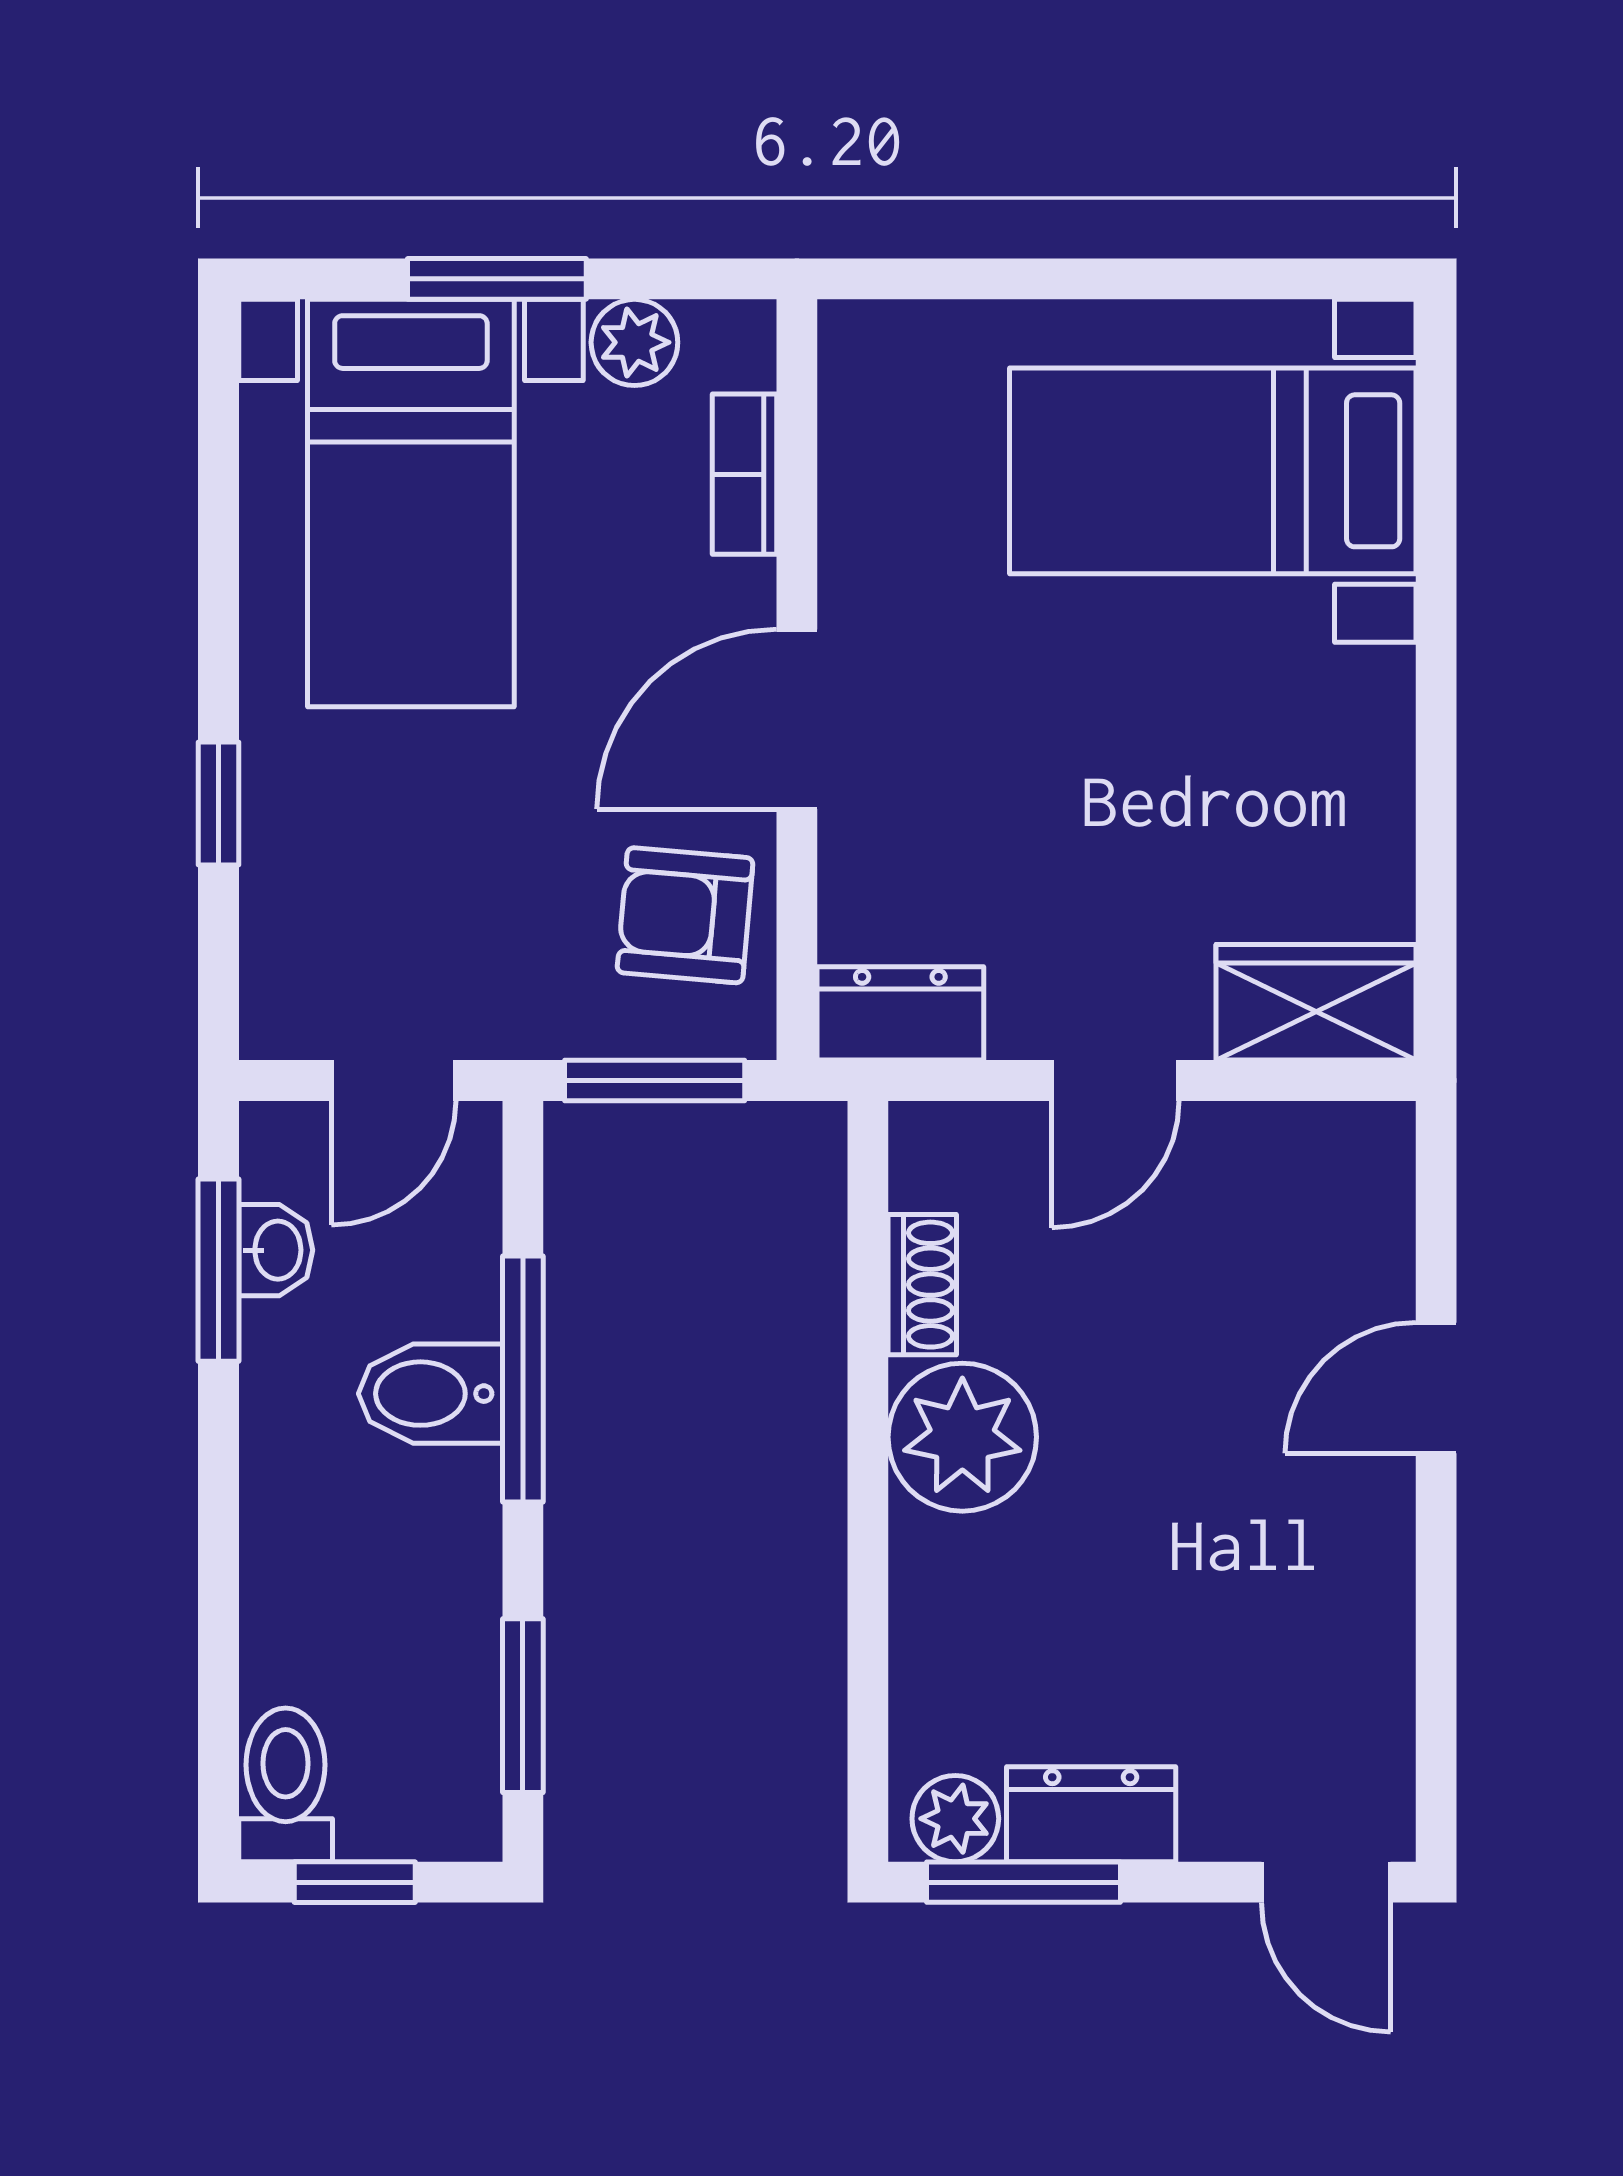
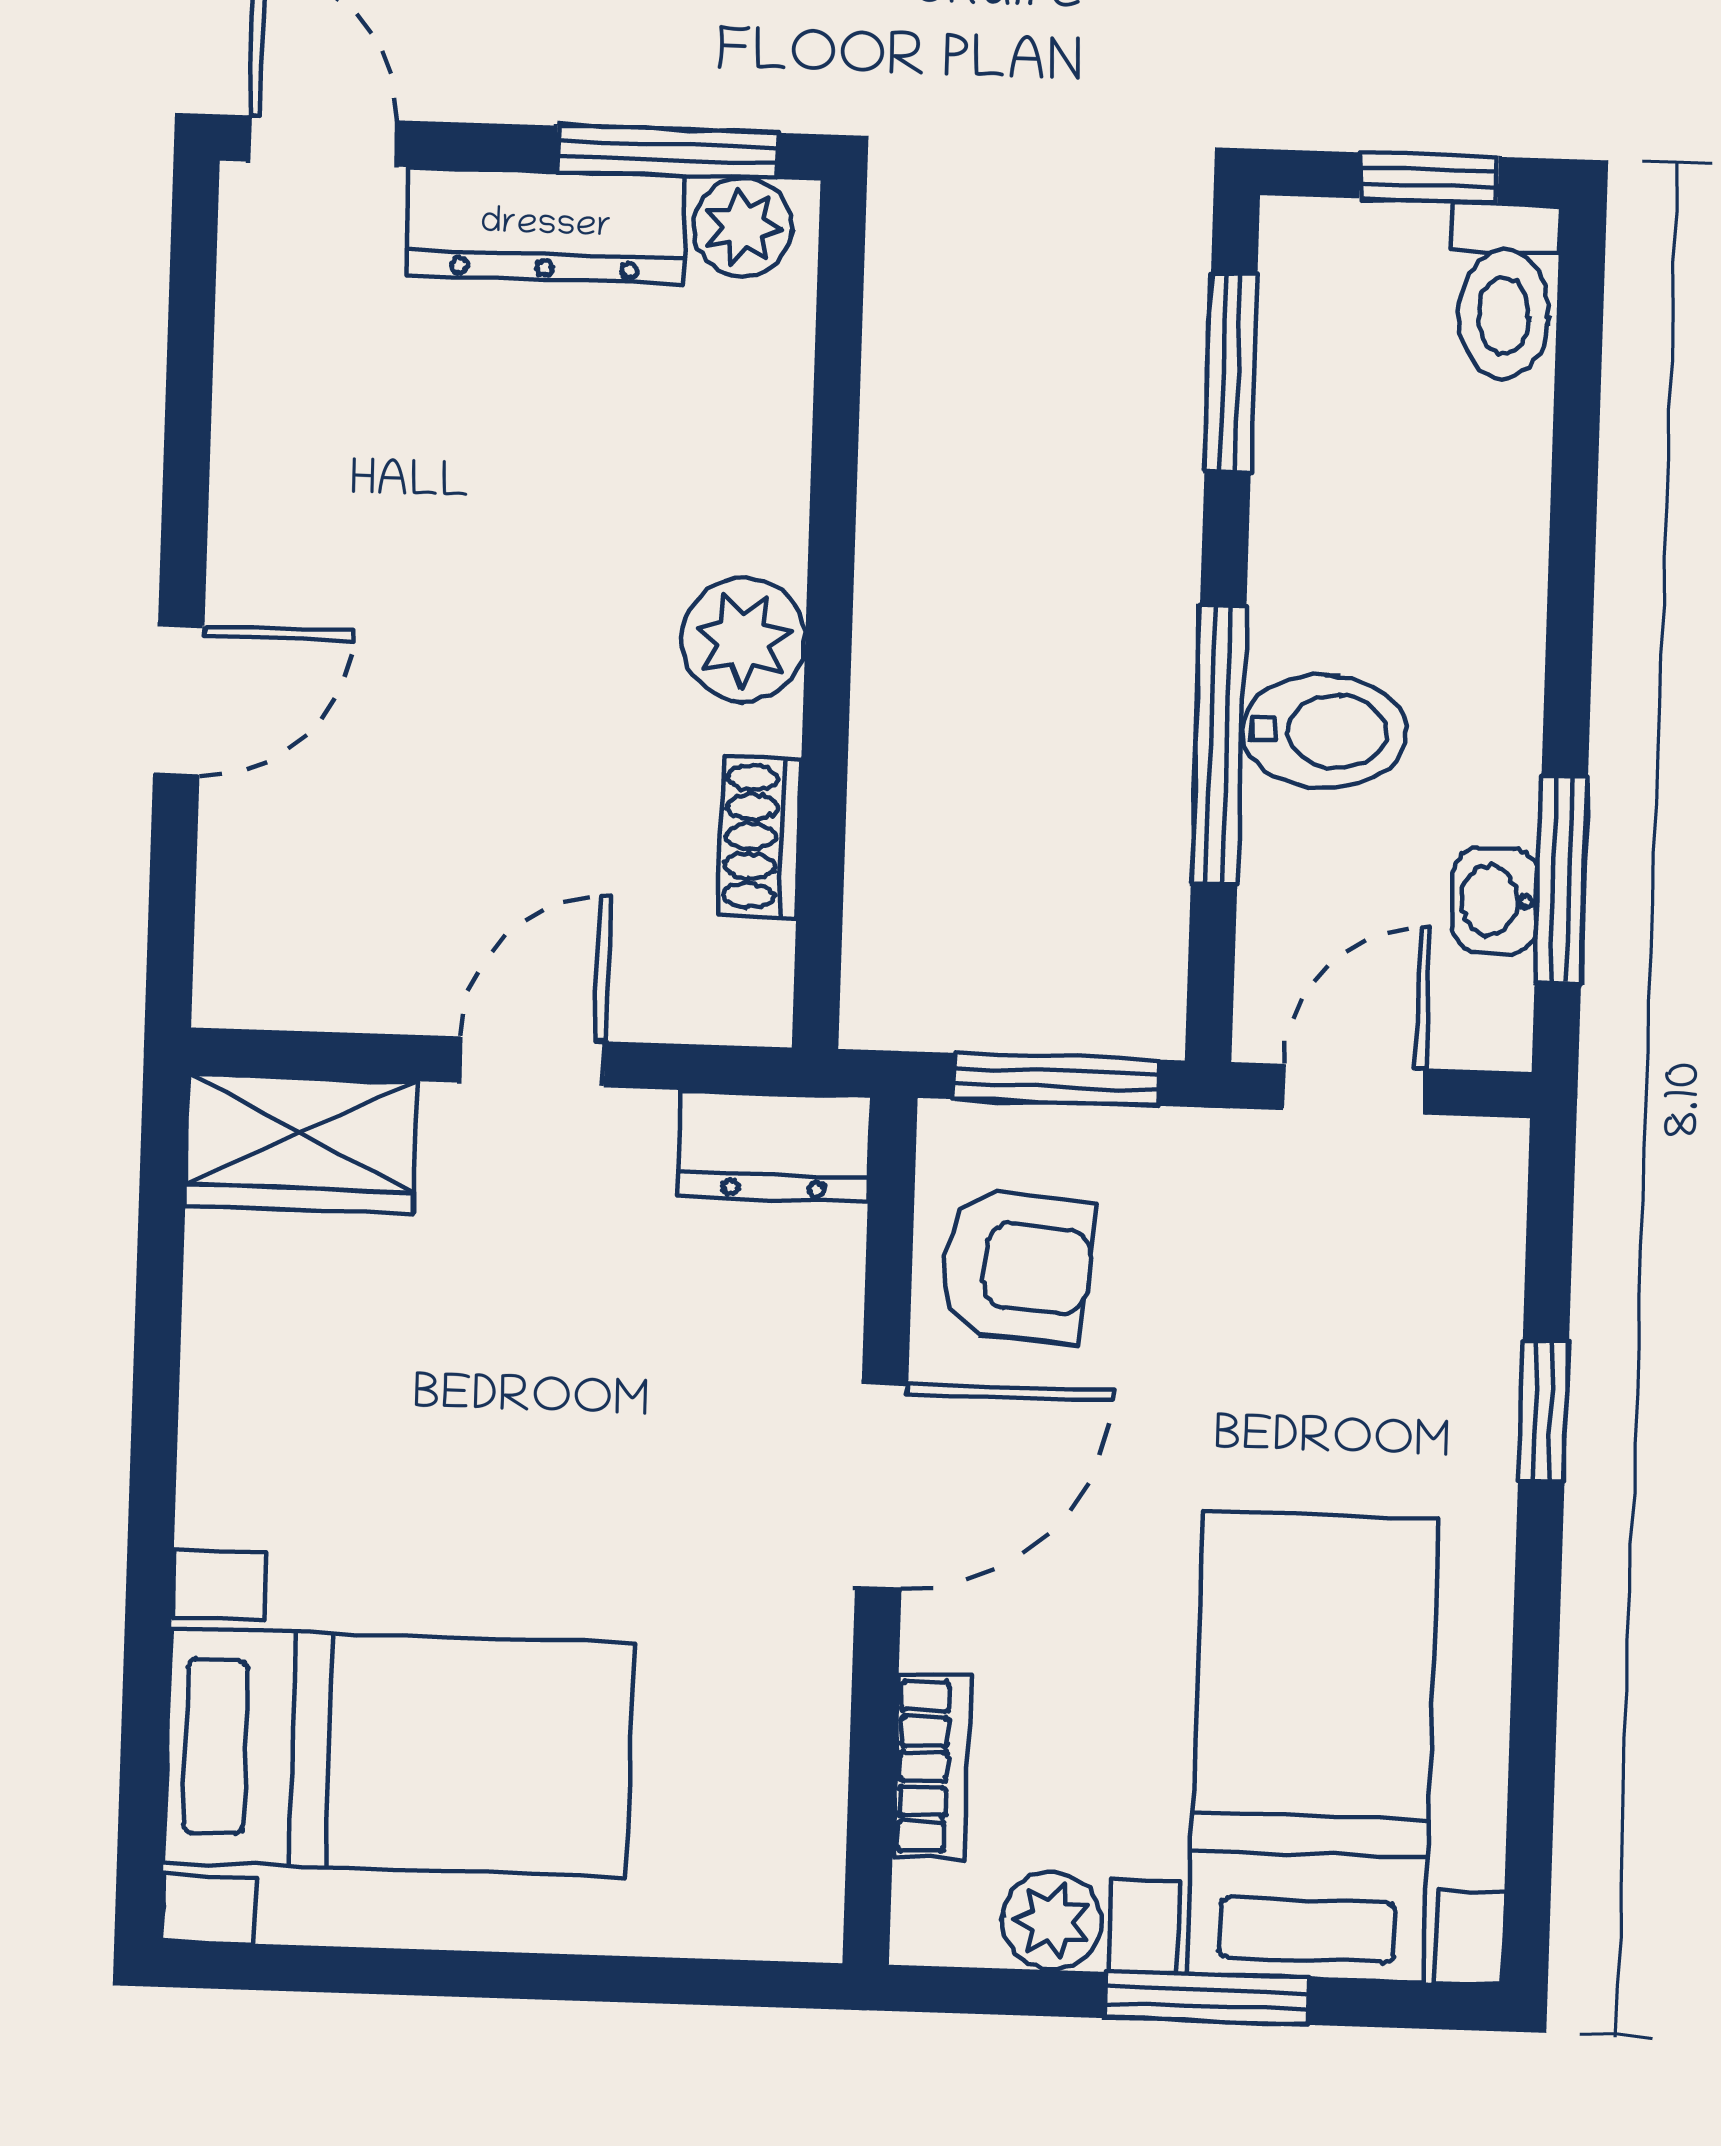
plant: (962, 1437) -> (744, 640), width x0.73, depth x0.73
dresser: (1091, 1814) -> (546, 226), width x1.44

